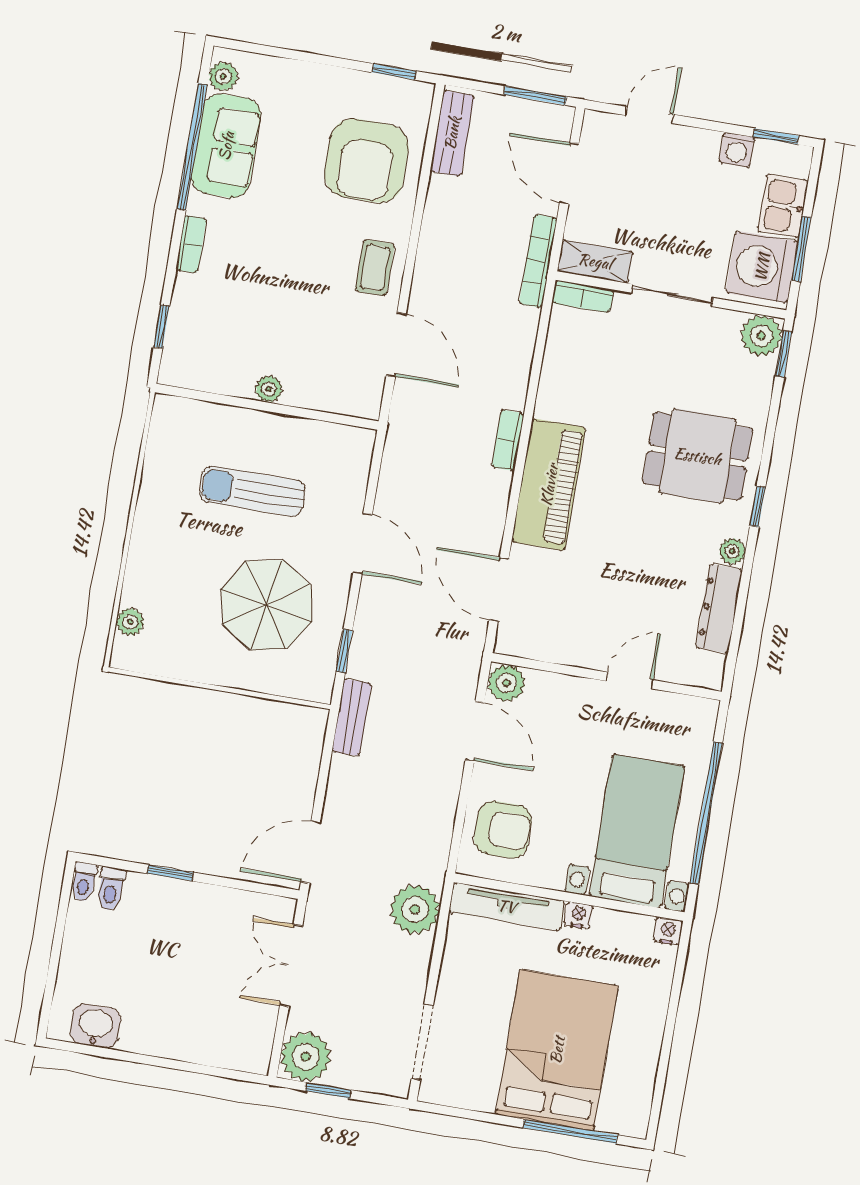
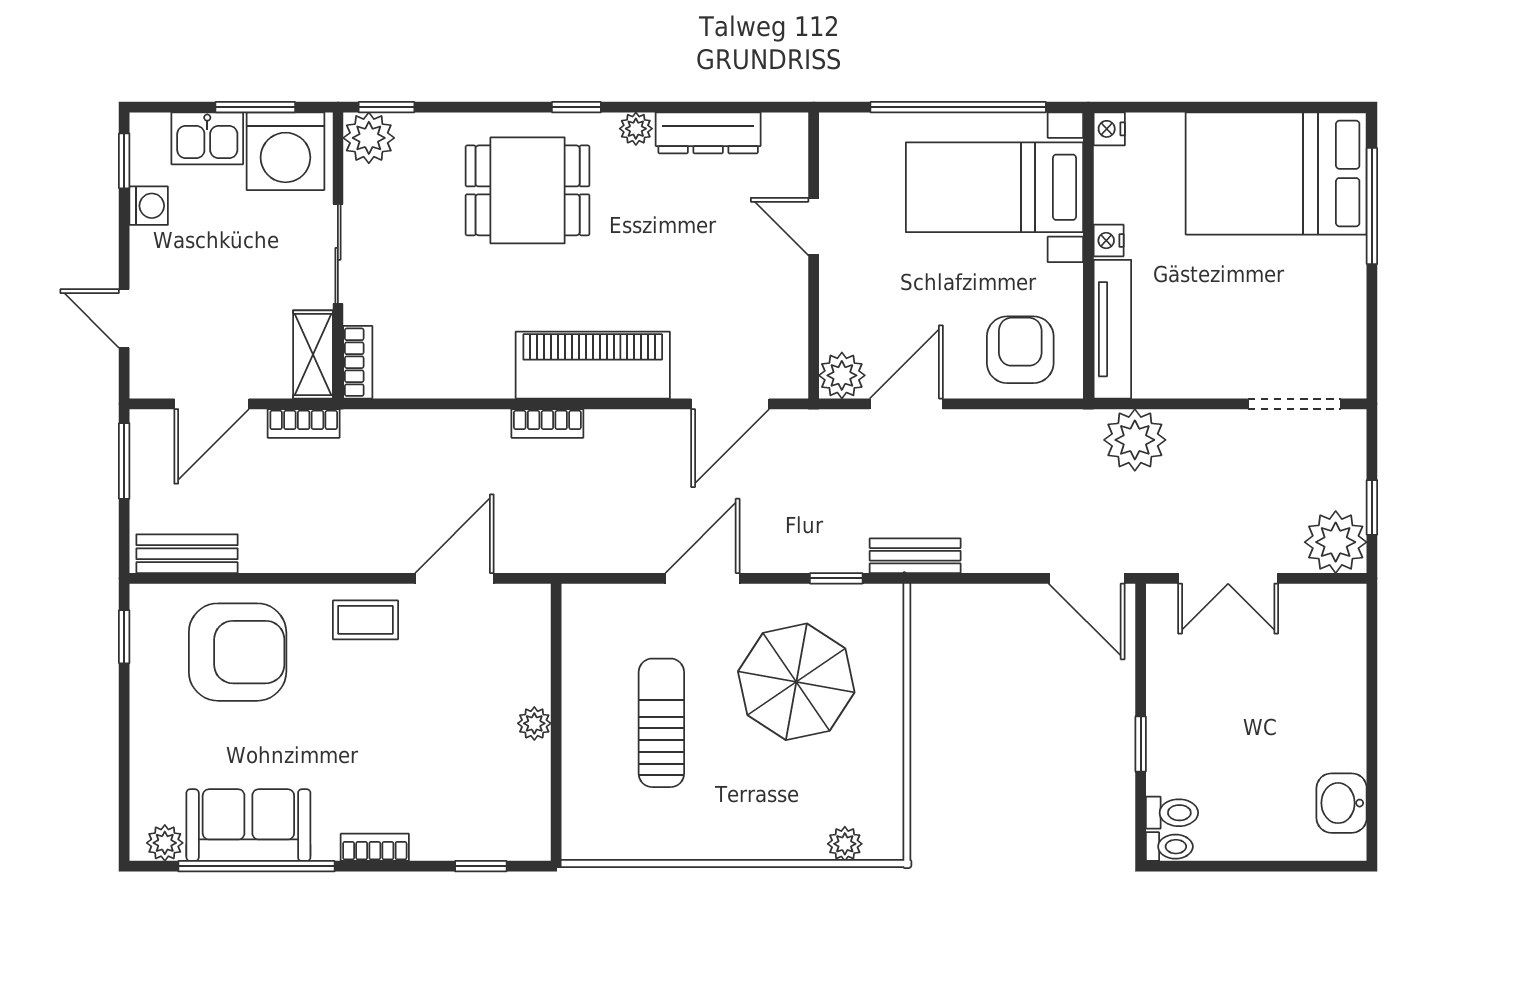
bookcase: (538, 261) -> (304, 423), width x0.64
dining table: (698, 456) -> (528, 190), turned 90
sun lounger: (252, 491) -> (661, 723), turned 180
bed: (557, 1050) -> (1276, 173), moved

